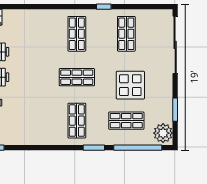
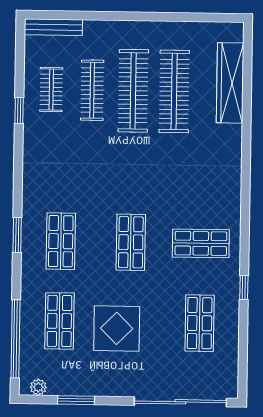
shop shelf: (126, 34) -> (200, 323), turned 90
shop shelf: (77, 121) -> (61, 241), turned 90
plant: (163, 133) -> (38, 387), width x0.53, depth x0.53
window: (94, 148) -> (17, 235), moved

